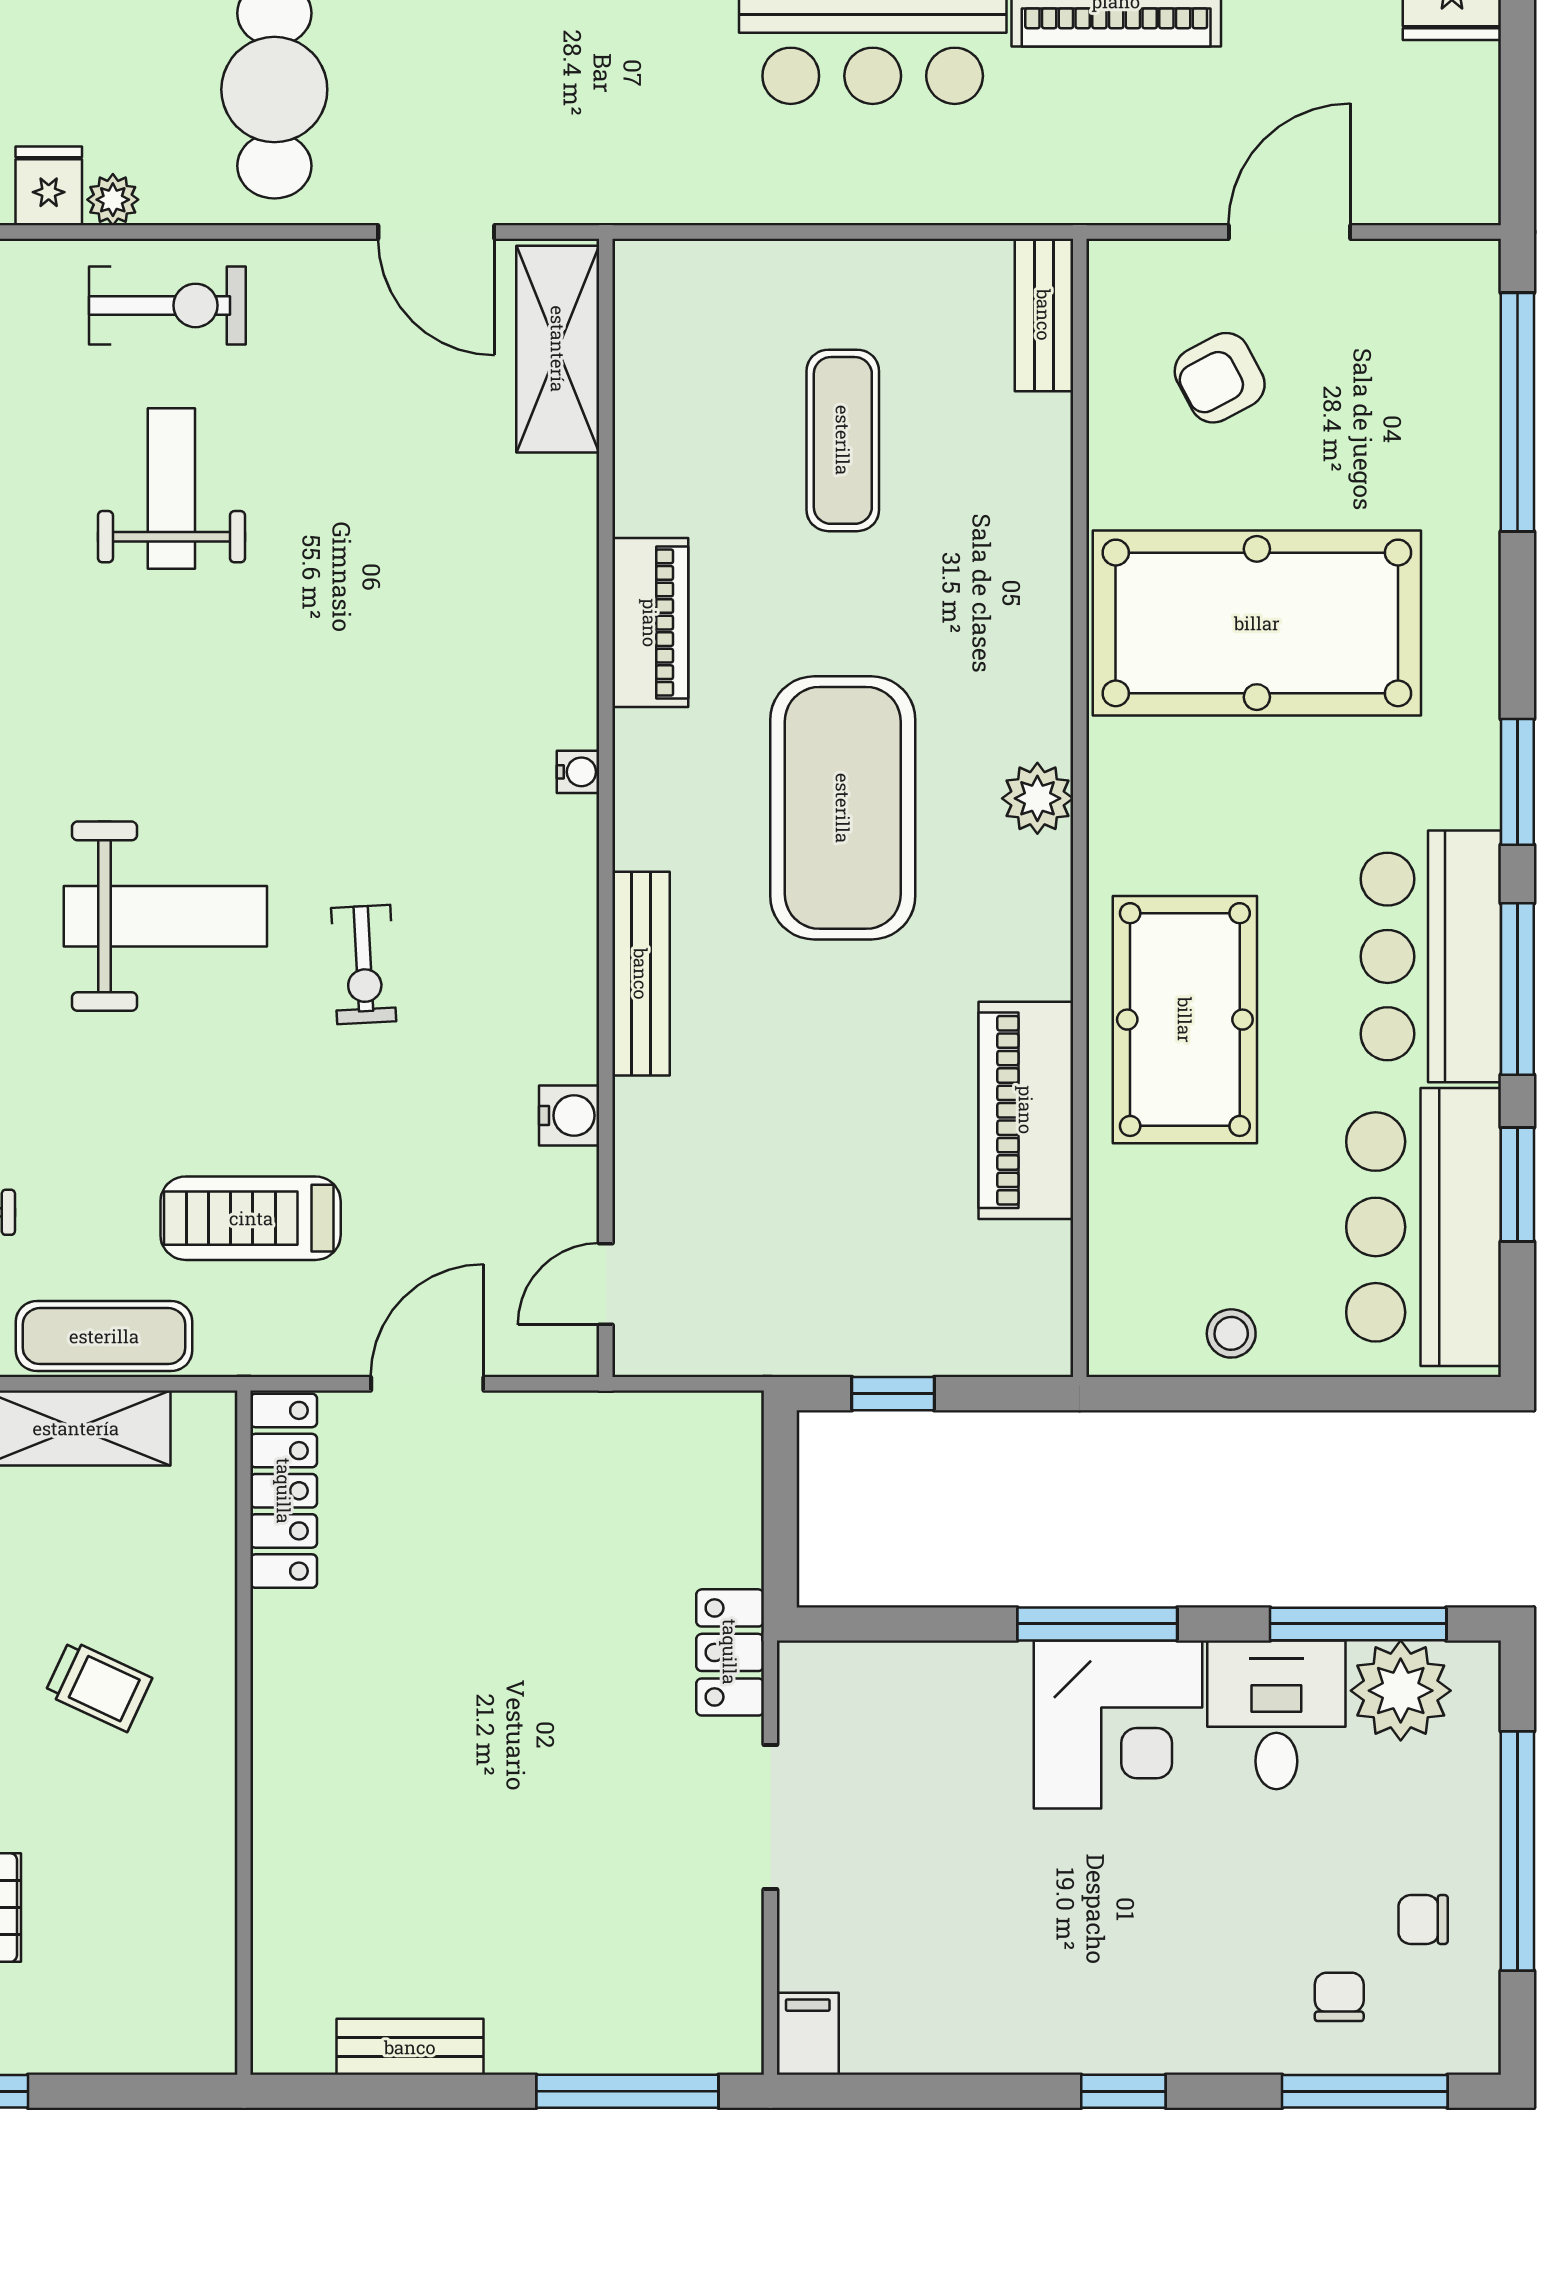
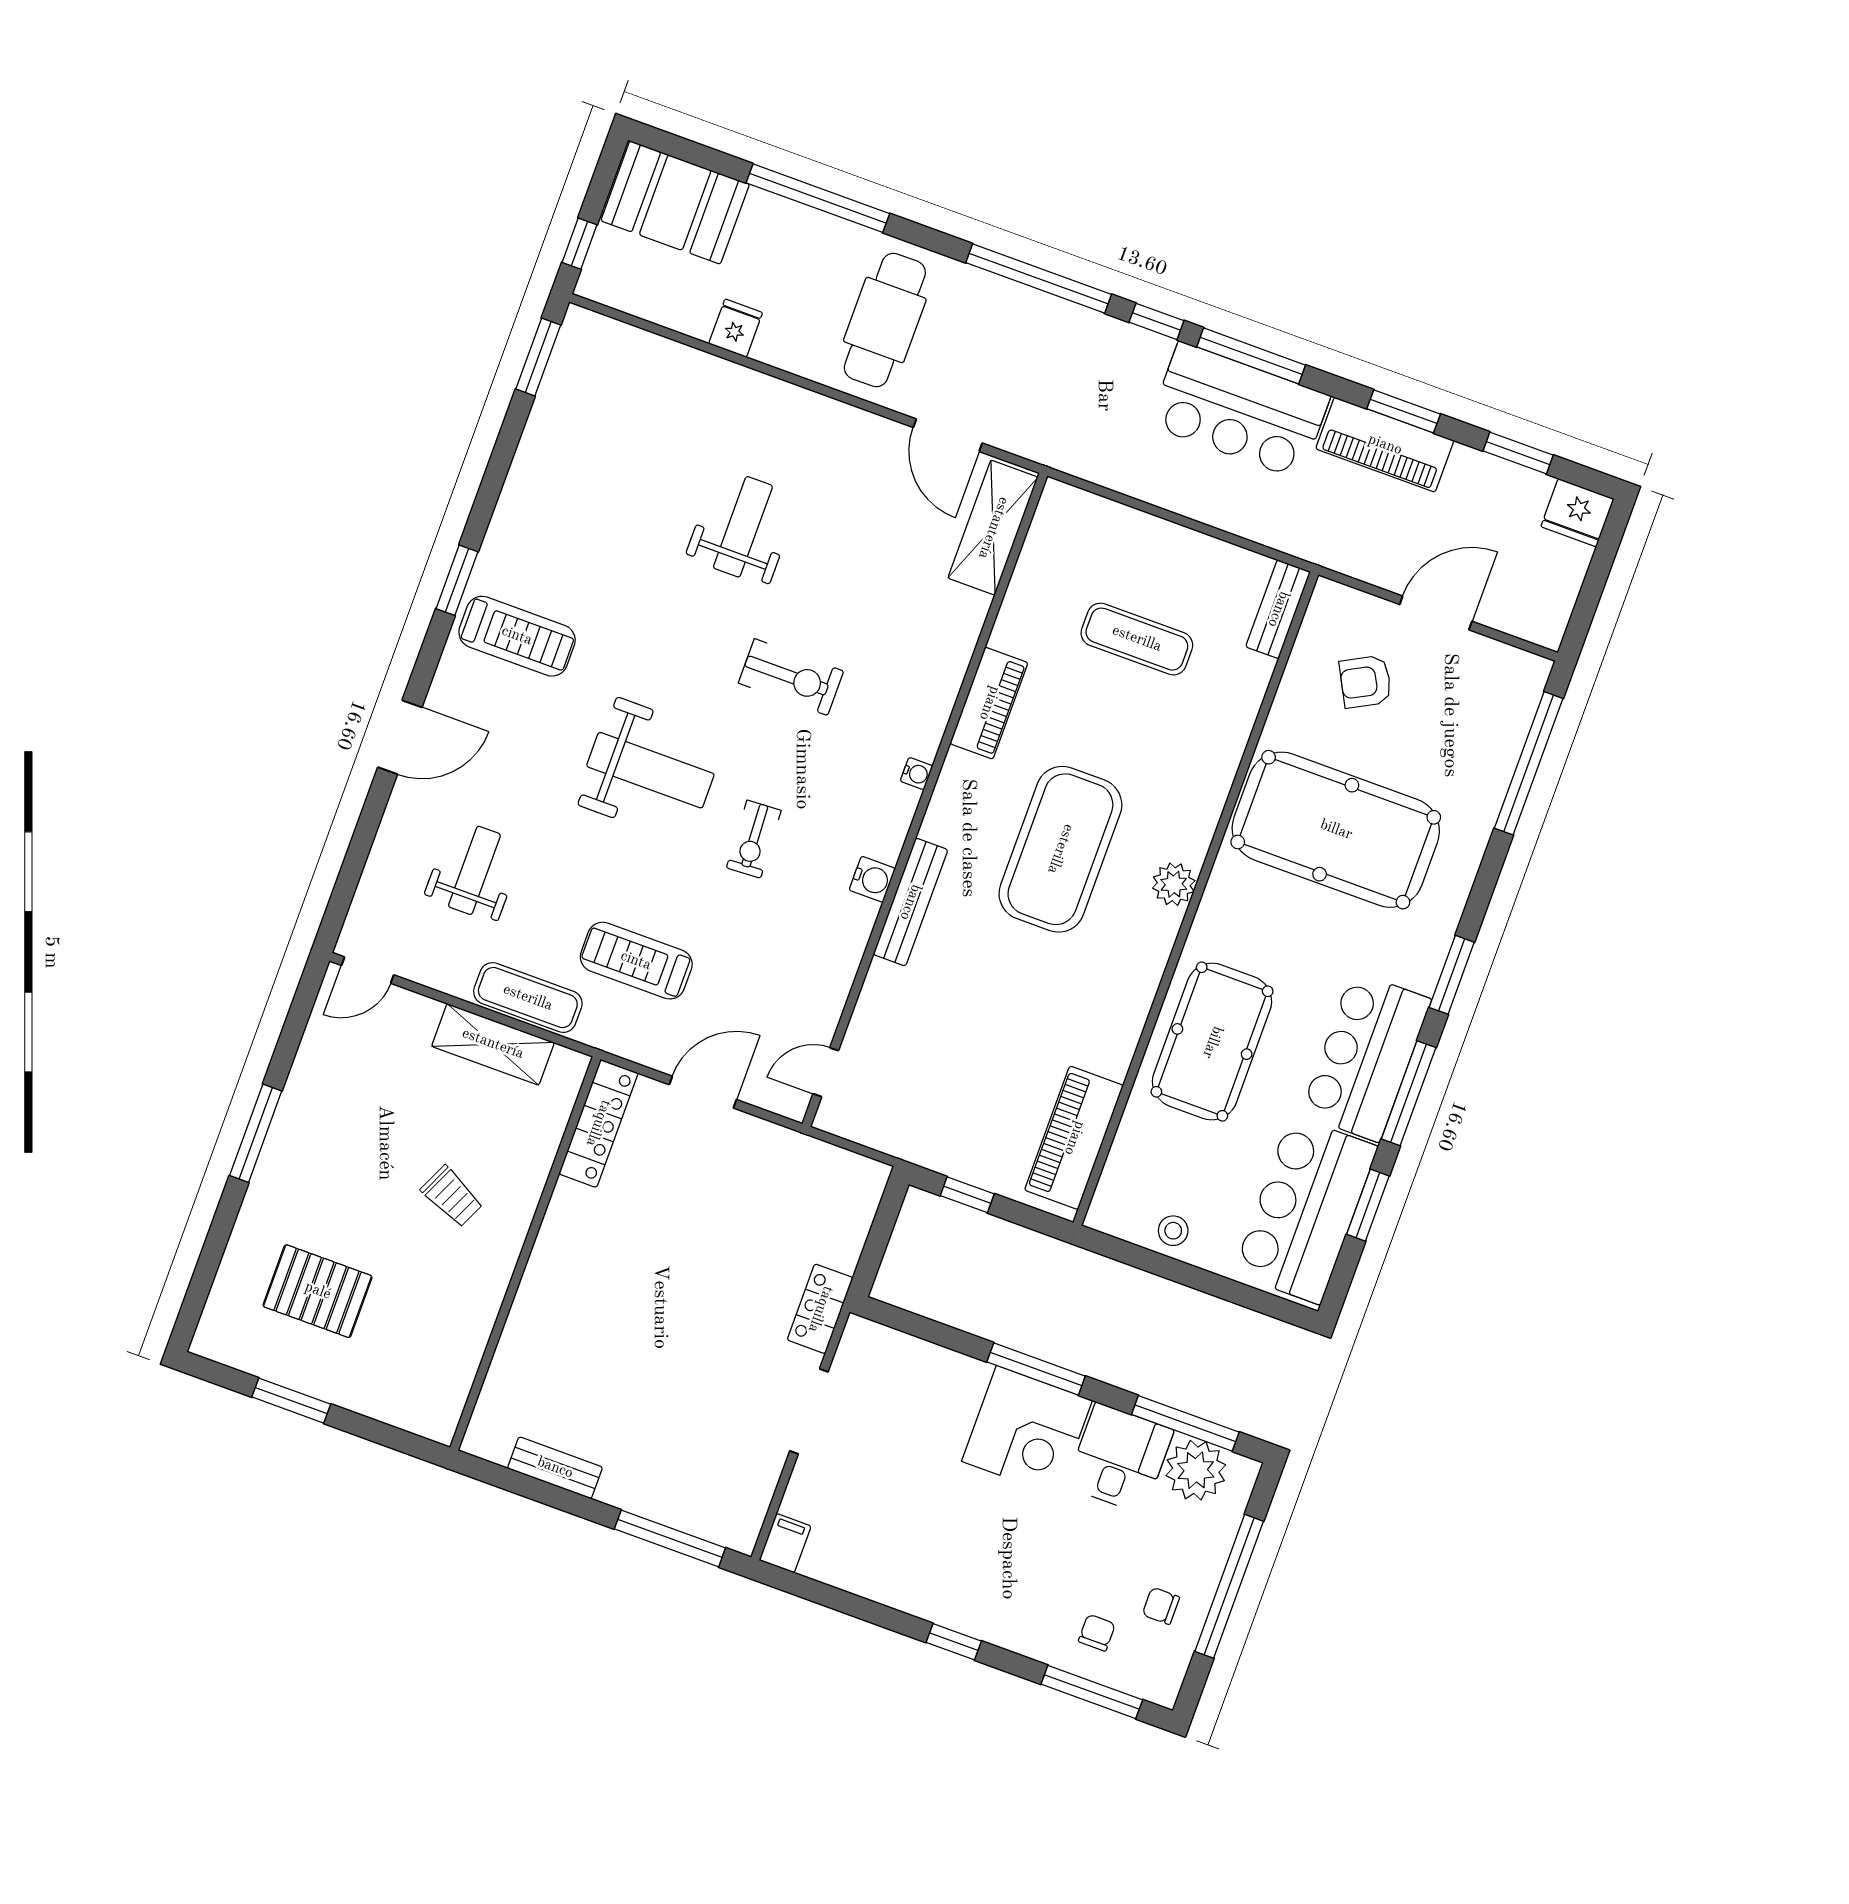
plant: (113, 200) -> (769, 349), removed
exercise bike: (167, 305) -> (791, 677), moved
exercise mat: (843, 440) -> (1137, 639), turned 90
piano: (1026, 1110) -> (1074, 1138), moved
water cooler: (569, 1116) -> (872, 879), moved

